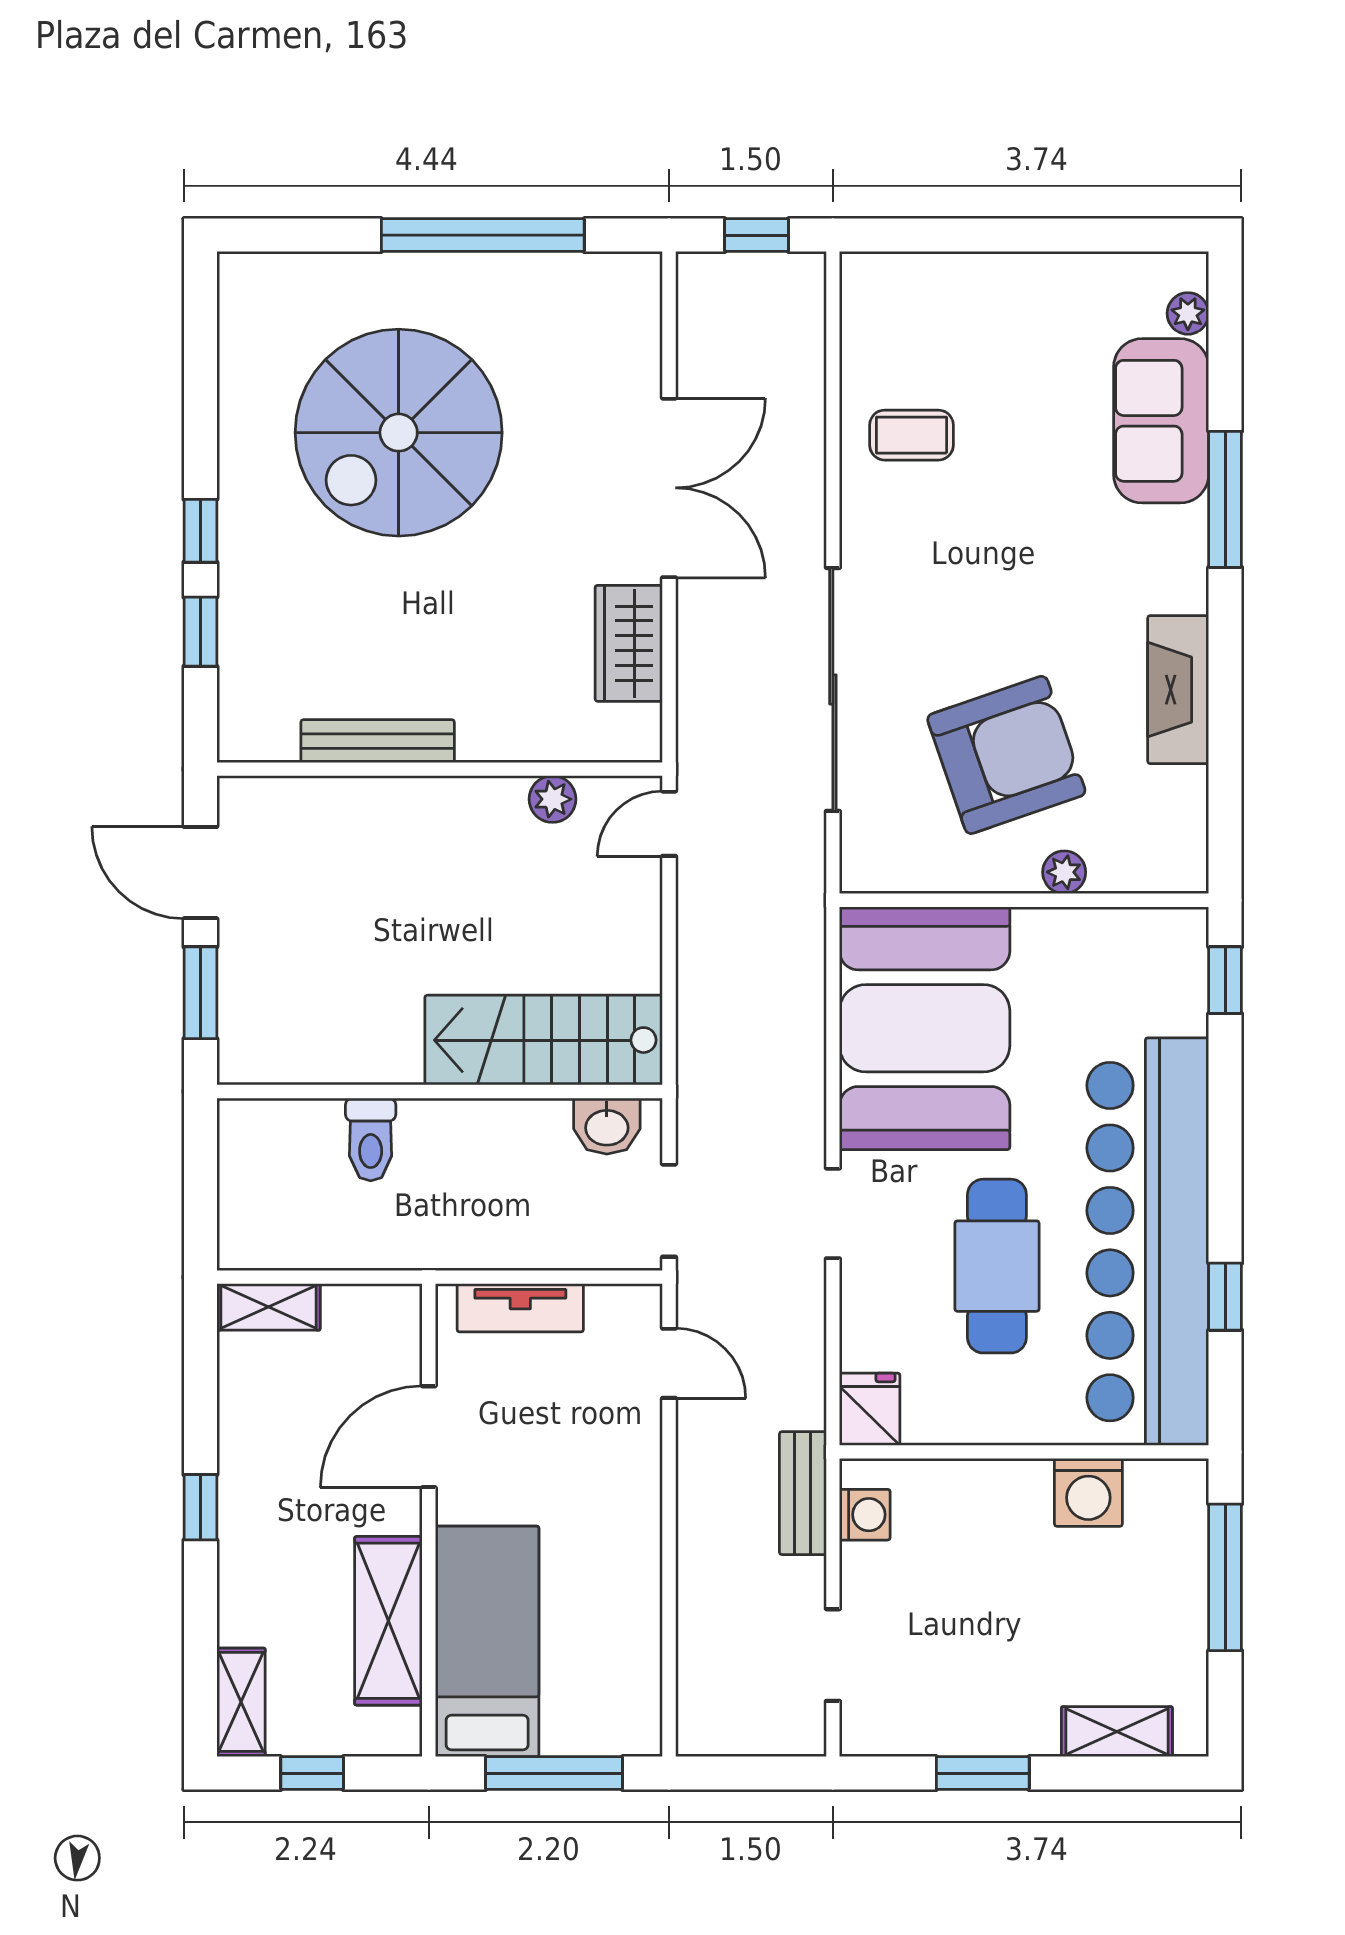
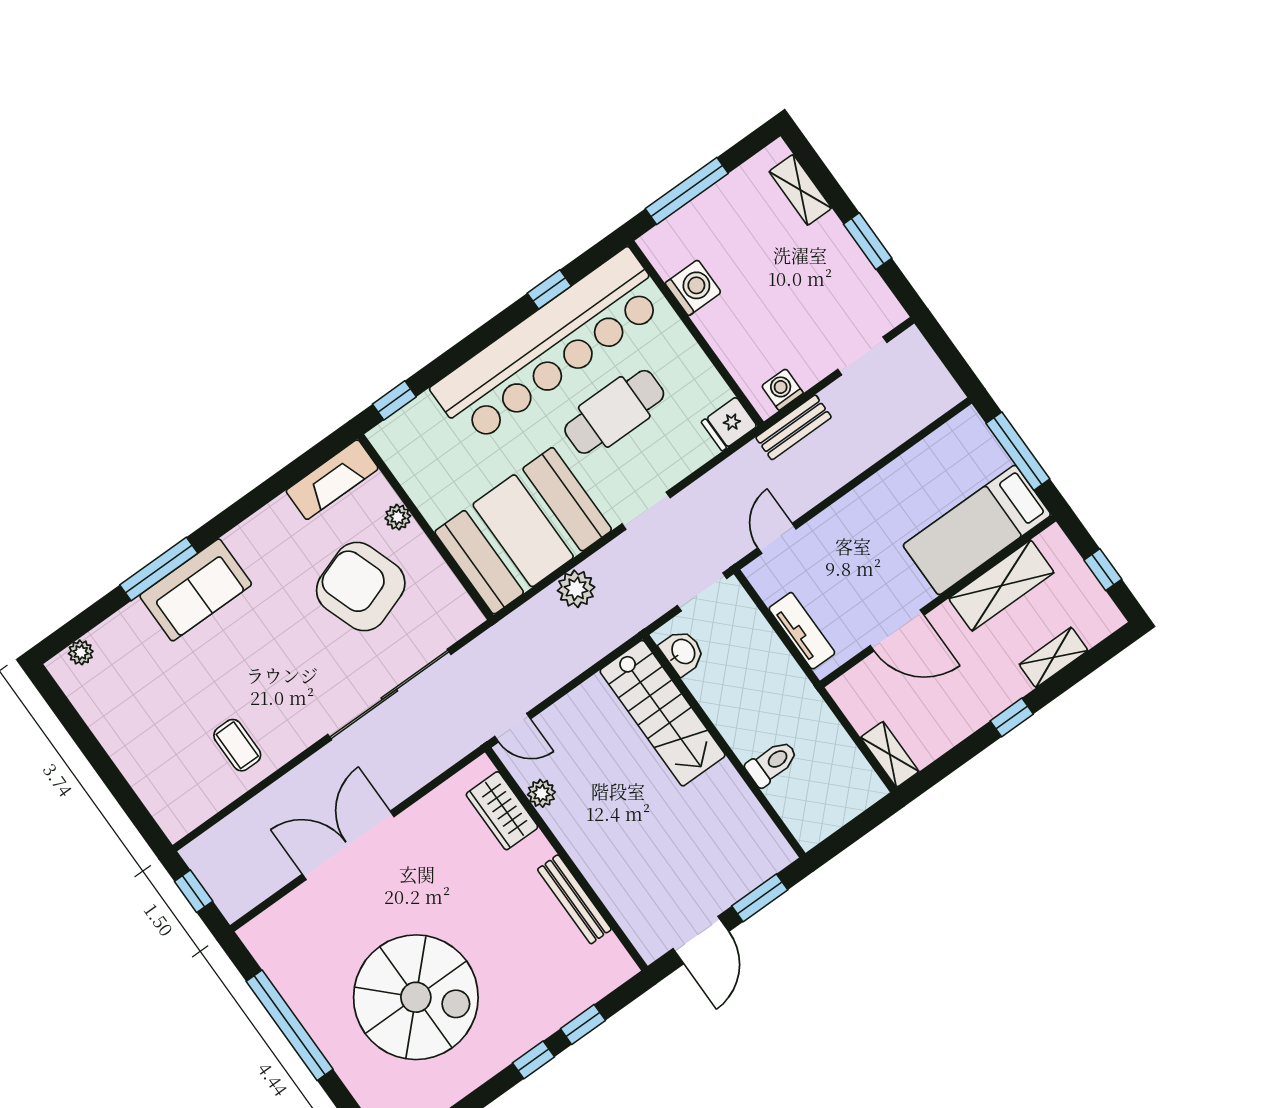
sofa: (1161, 421) -> (196, 590), moved
wardrobe: (629, 643) -> (502, 811), moved, turned 90
fireplace: (1178, 690) -> (332, 480), moved
plant: (795, 1043) -> (576, 589), added
shelving: (241, 1702) -> (1054, 657), moved

